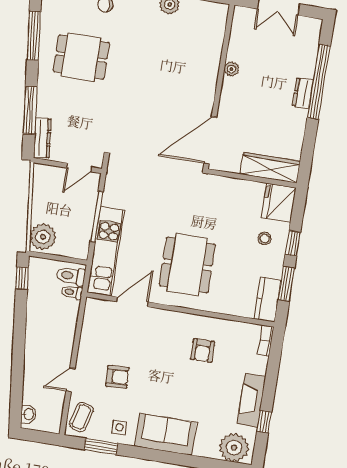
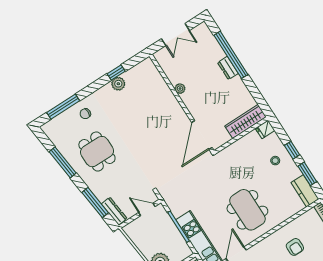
dining table: (81, 57) -> (97, 152), turned 90
door: (79, 168) -> (147, 209), swing flipped
fridge: (279, 203) -> (265, 129), width x0.53, depth x0.75

